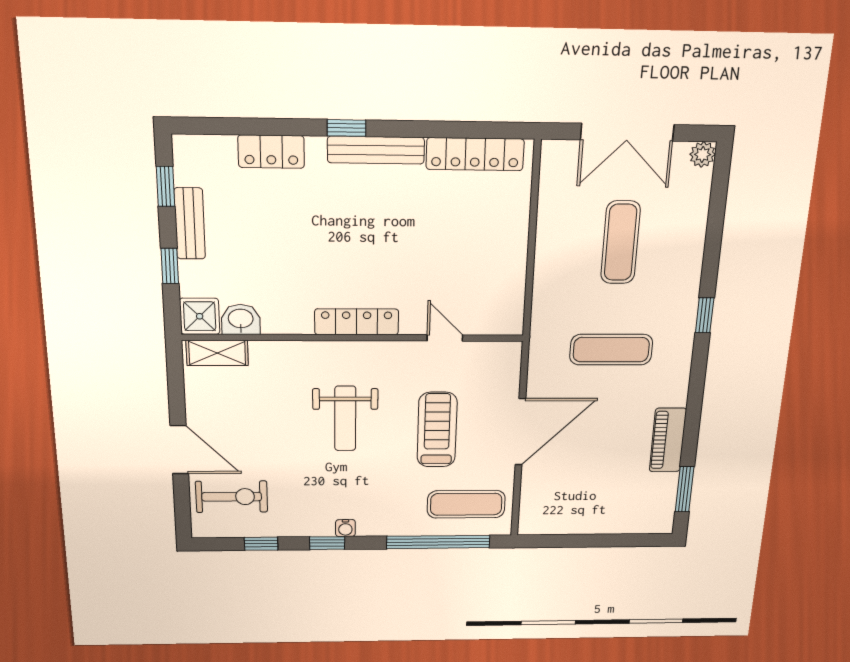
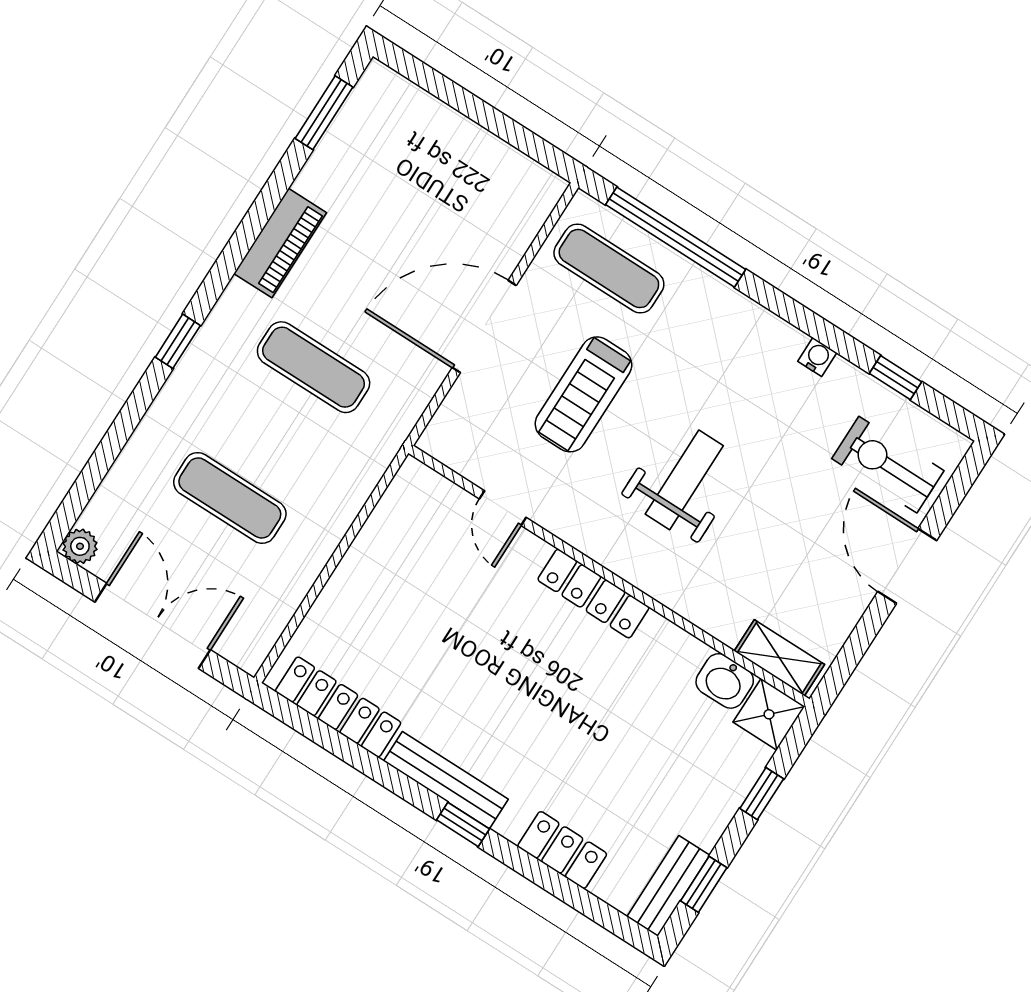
bench: (190, 224) -> (668, 886), moved
exercise mat: (621, 242) -> (230, 498), turned 90
piano: (668, 440) -> (280, 243), moved
water cooler: (345, 528) -> (817, 357), moved
window: (327, 543) -> (814, 325), removed

